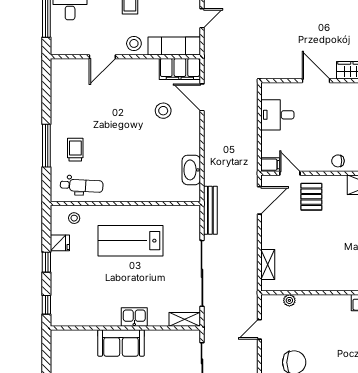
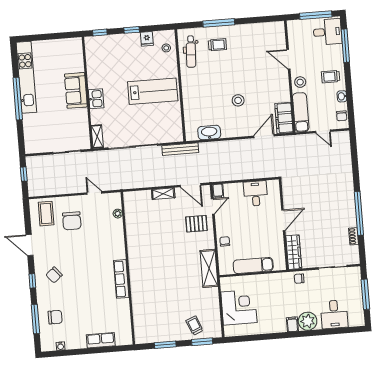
stool: (163, 111) -> (238, 100), moved
lab bench: (130, 241) -> (153, 91), turned 90
shelving: (268, 264) -> (163, 194), moved

